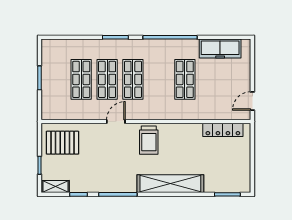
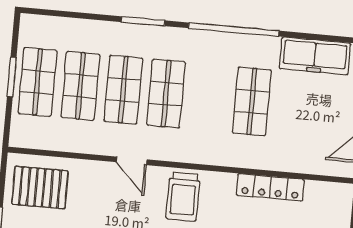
shop shelf: (55, 79) -> (37, 82), added
door: (116, 122) -> (132, 161), swing flipped
locker: (223, 130) -> (270, 187), moved

